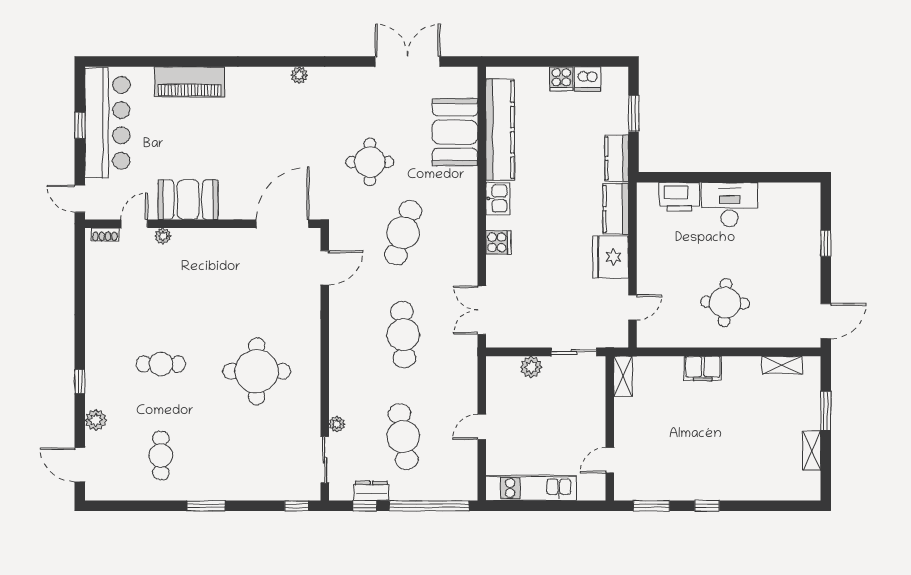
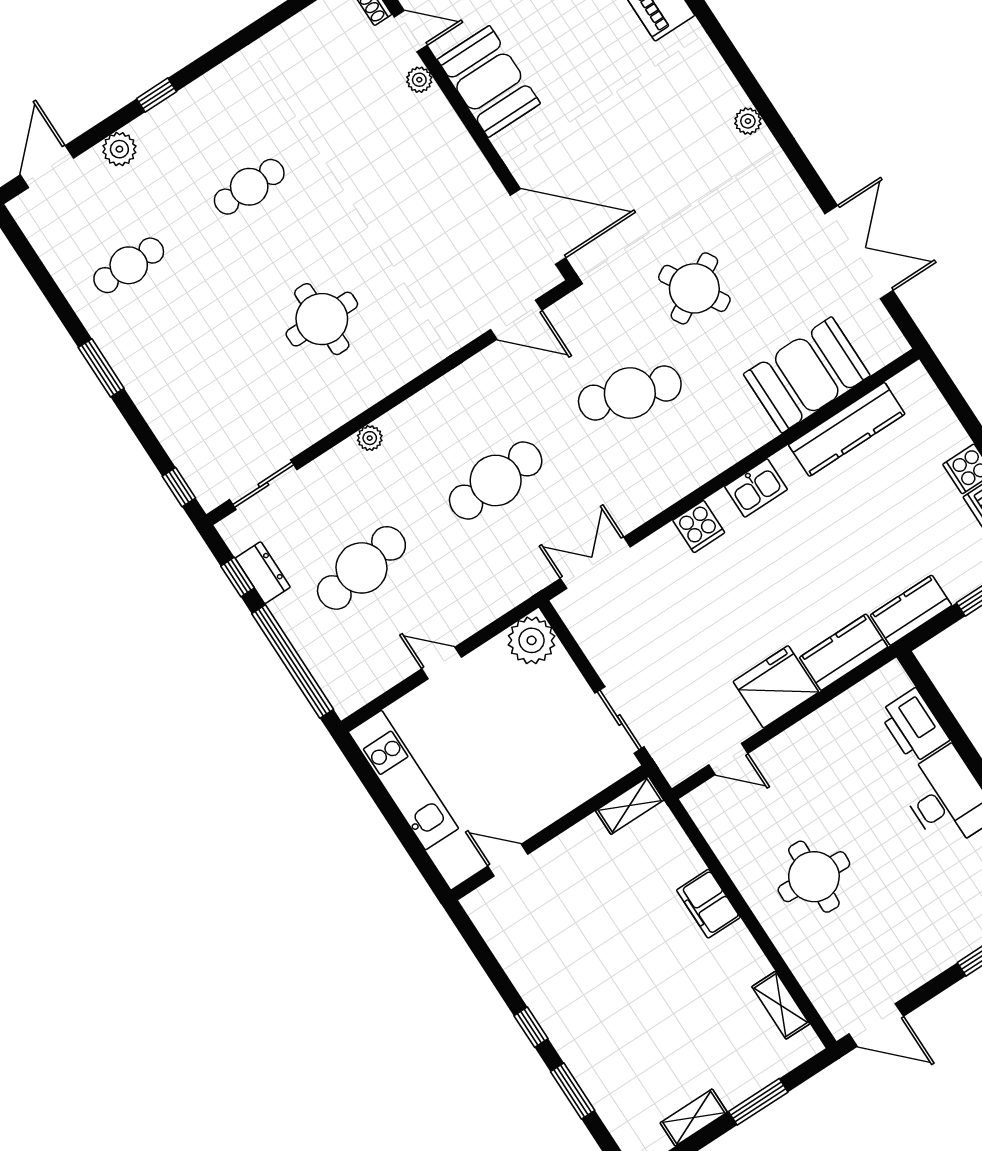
kitchen counter: (500, 130) -> (847, 429), width x0.72, depth x0.86
round table: (370, 162) -> (694, 288), turned -30
cafe table: (161, 364) -> (249, 187), turned 90
plant: (531, 367) -> (532, 640), moved, width x1.36, depth x1.36
round table: (257, 371) -> (322, 319), width x0.73, depth x0.73
plant: (337, 424) -> (370, 438), moved
window: (651, 506) -> (573, 1091), moved

